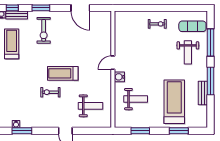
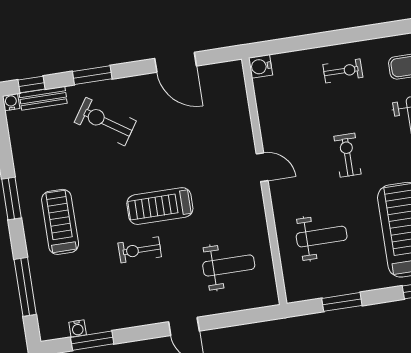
exercise bike: (44, 30) -> (105, 122), turned 124
treadmill: (12, 44) -> (60, 222), moved
door: (113, 63) -> (262, 167), swing flipped
exercise bike: (153, 63) -> (347, 155), added
water cooler: (119, 77) -> (261, 66), moved

